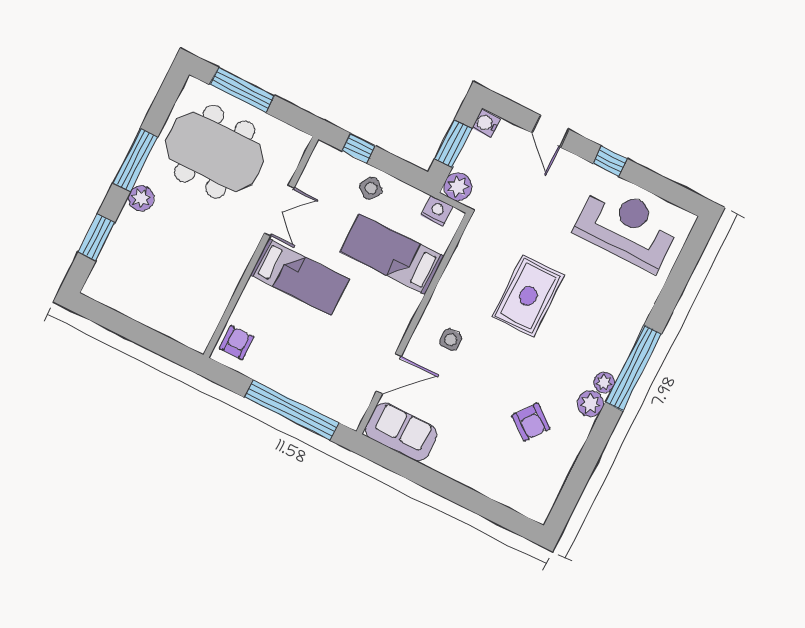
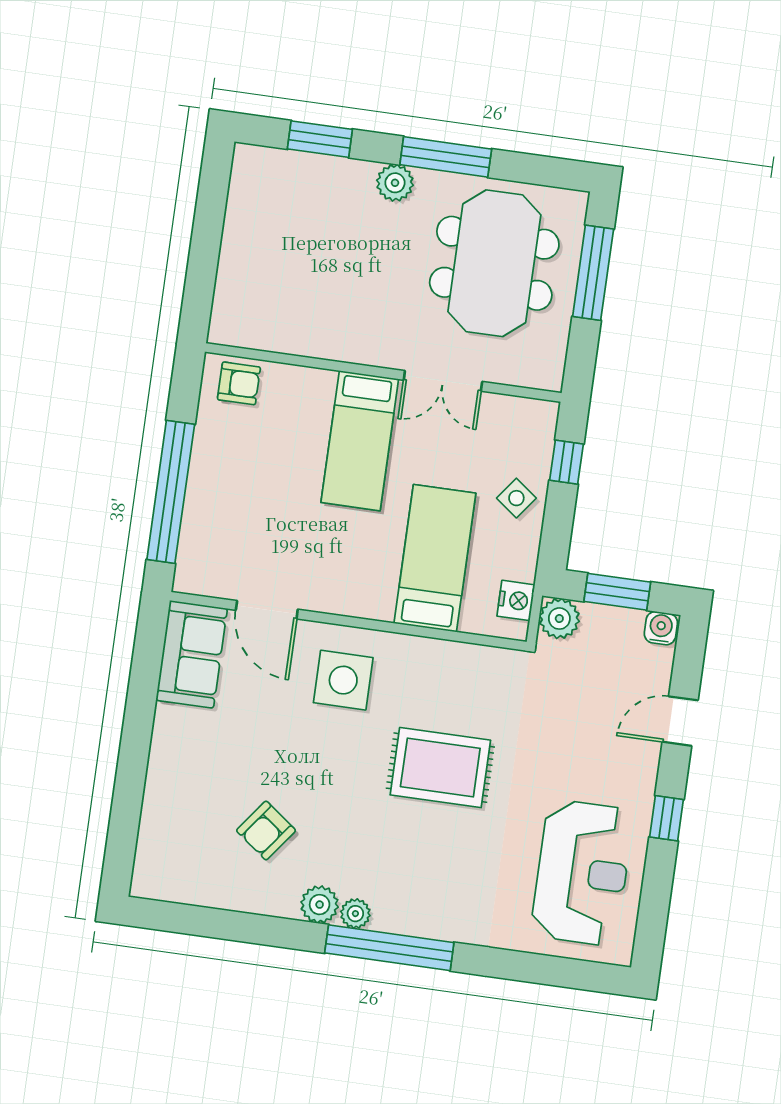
side table: (451, 340) -> (343, 680), width x1.87, depth x1.87

